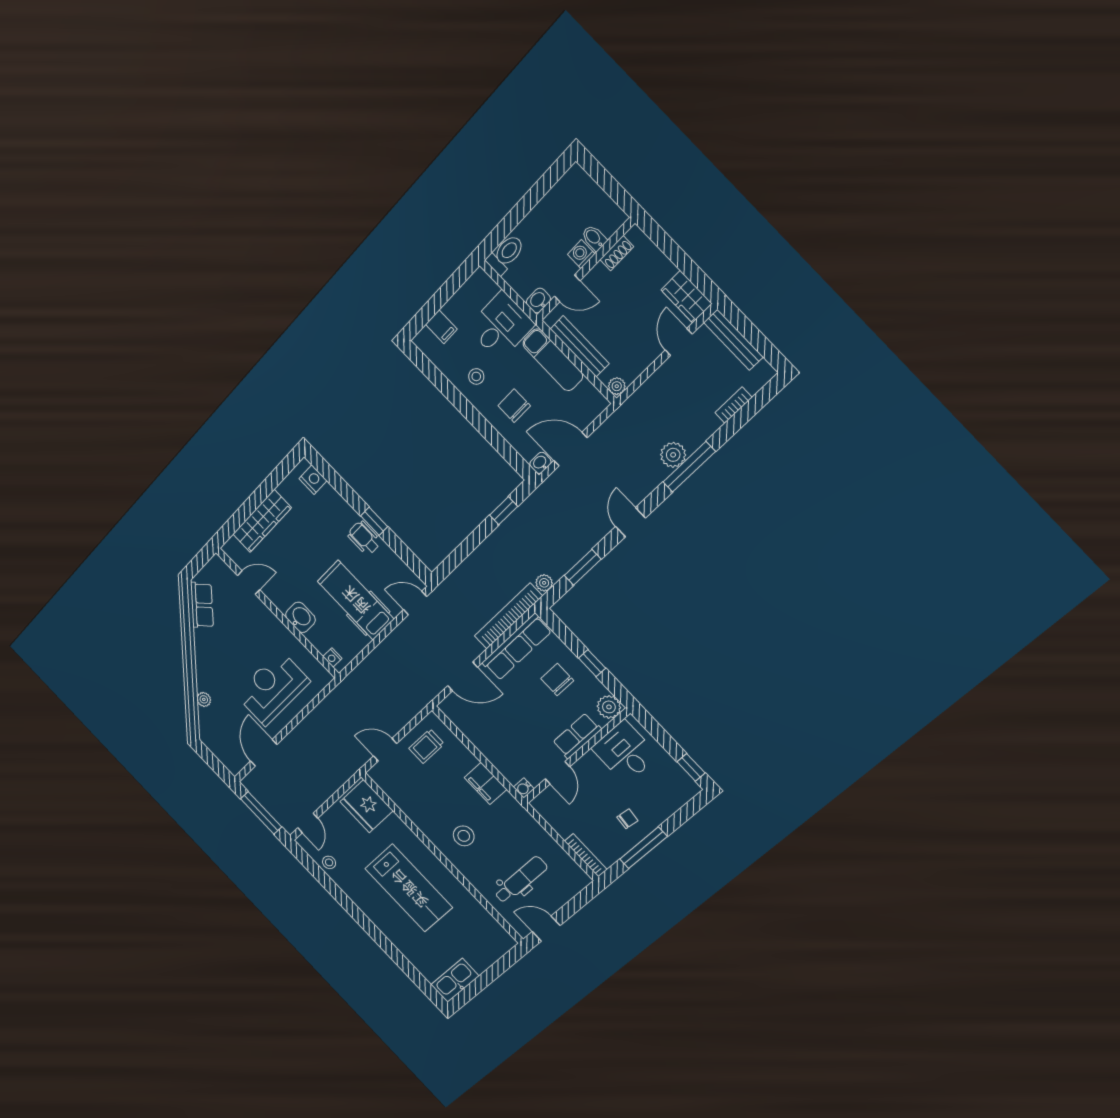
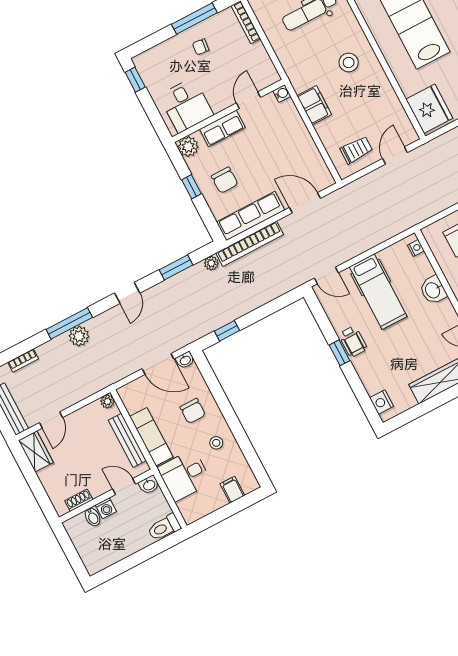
door: (385, 750) -> (395, 156), swing flipped

